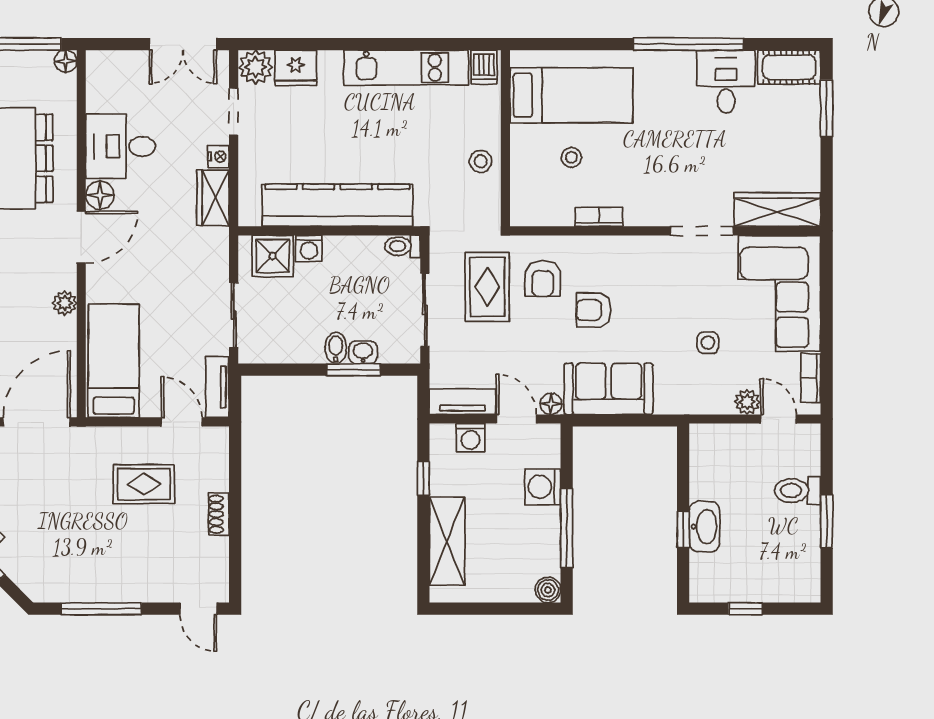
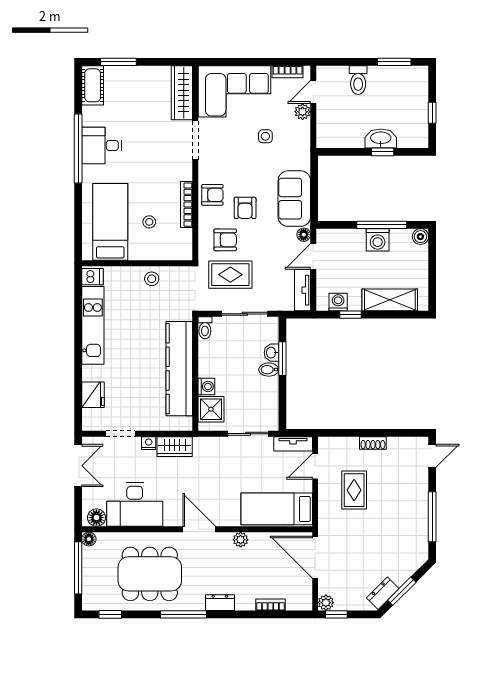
plant: (256, 67) -> (93, 420), removed
desk: (726, 82) -> (102, 146), moved
desk: (121, 146) -> (135, 505), width x1.37
floor lamp: (100, 195) -> (96, 518), moved
bookcase: (599, 217) -> (186, 205), width x1.56
armchair: (614, 258) -> (212, 195), added
washing machine: (470, 438) -> (338, 302), moved, turned -90
washing machine: (543, 487) -> (378, 240), moved
window: (827, 521) -> (394, 62), moved

